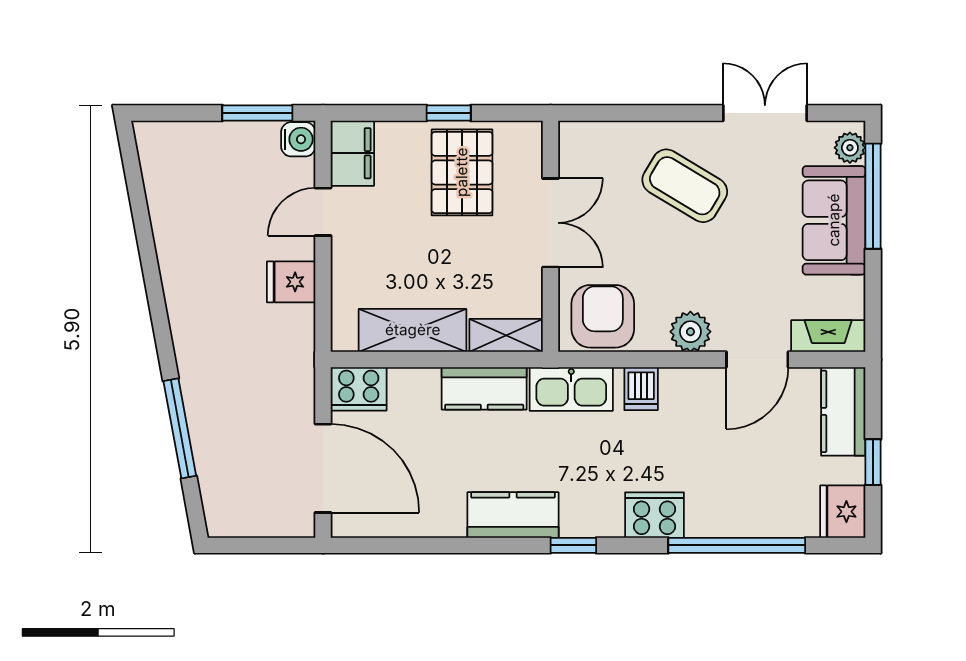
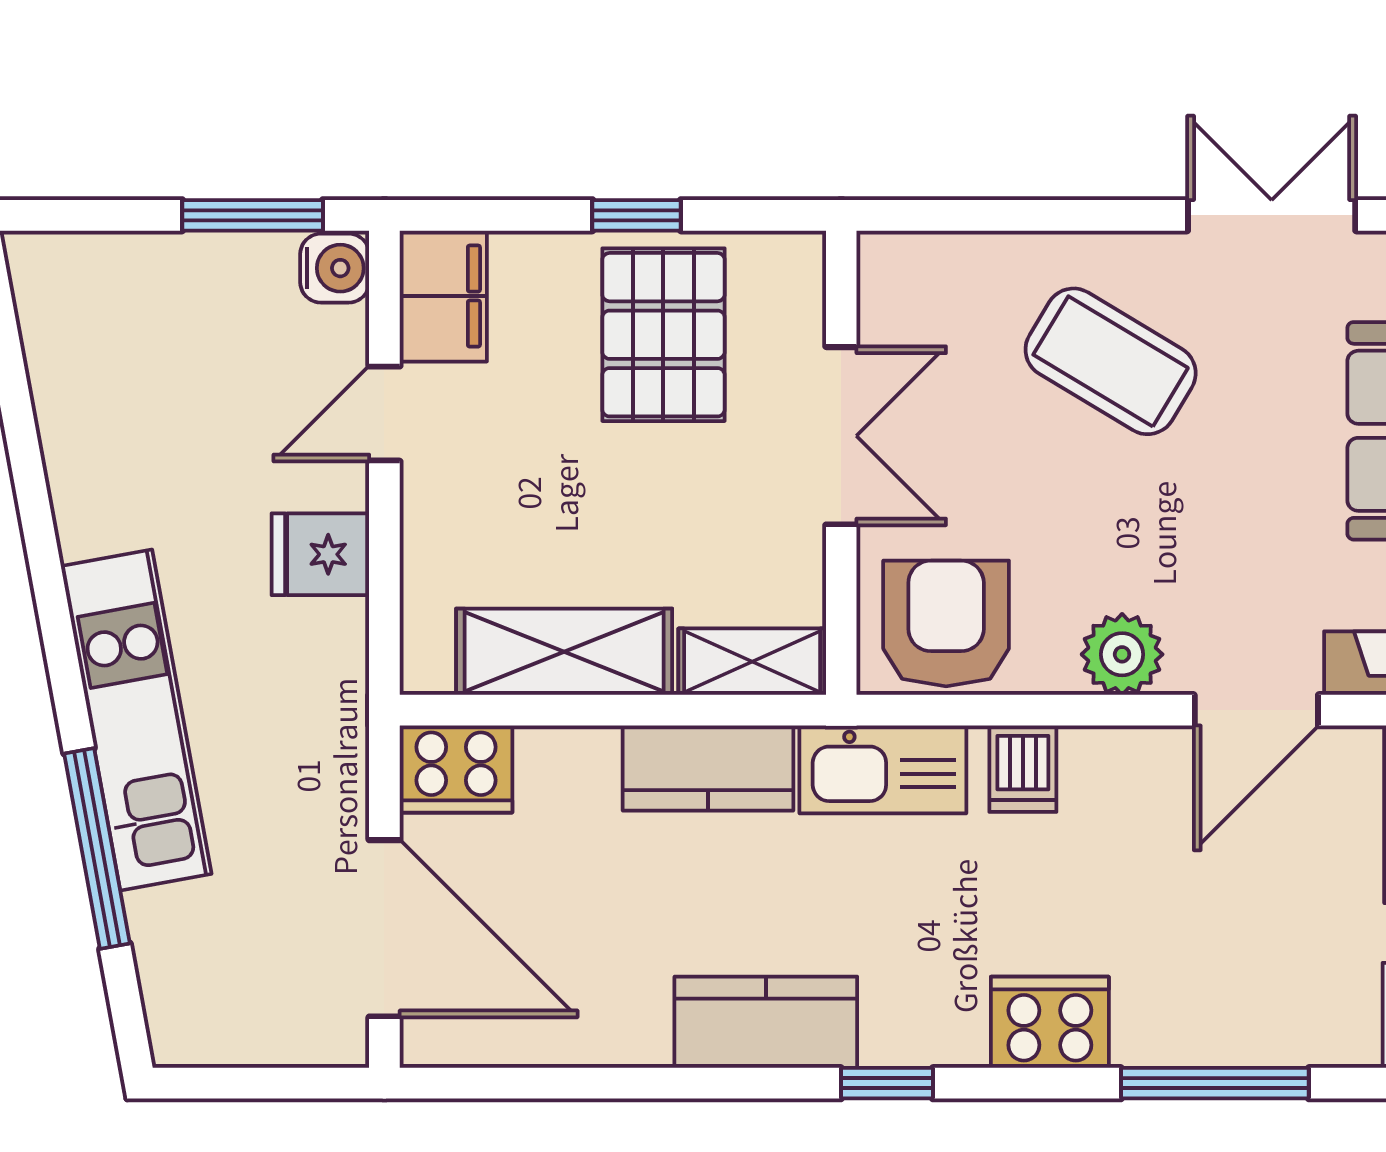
kitchen unit: (199, 364) -> (136, 720), added
window: (737, 545) -> (1215, 1083), width x0.68

